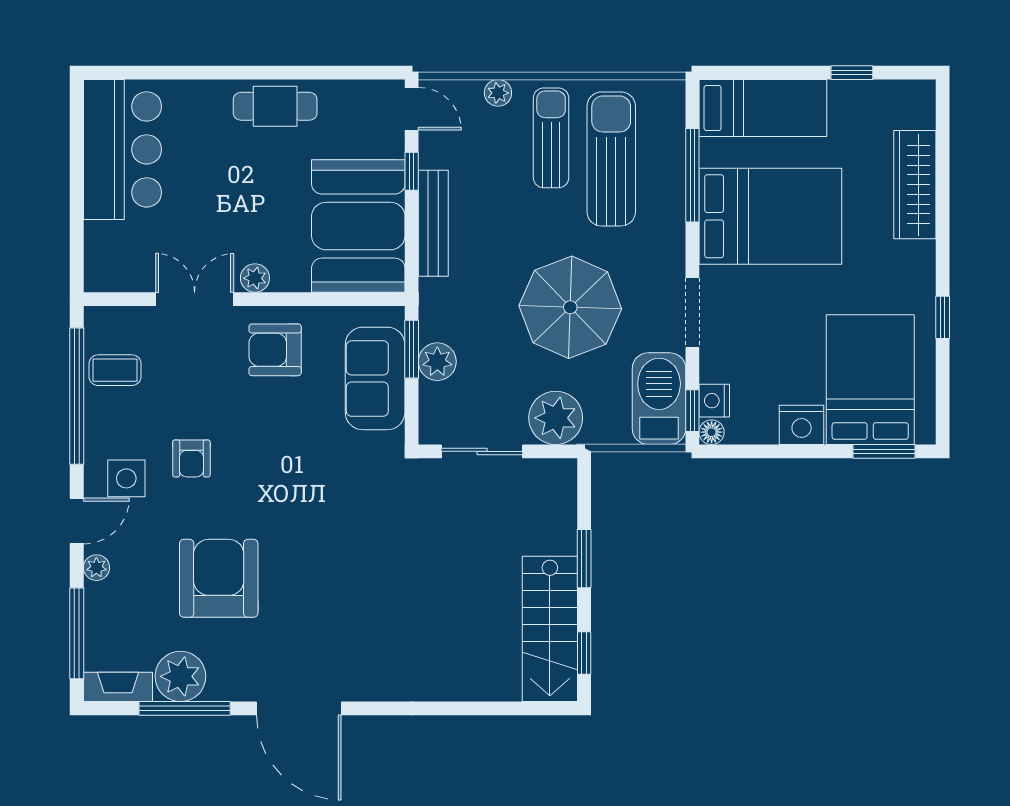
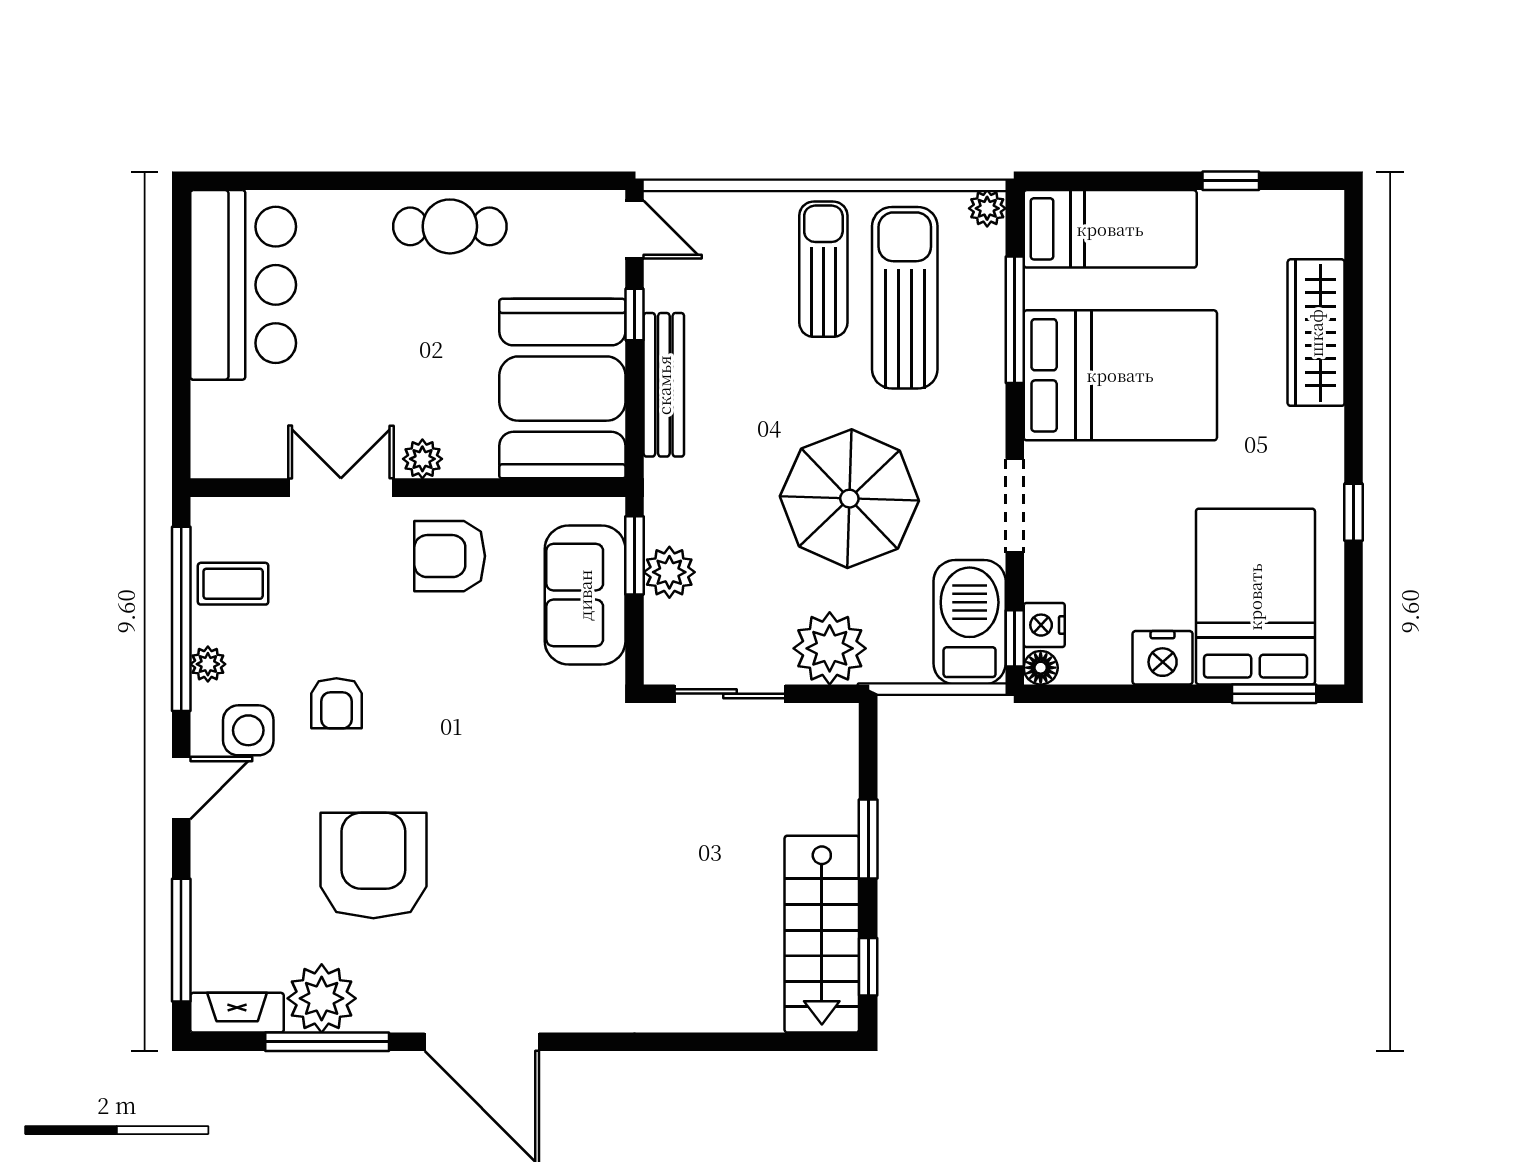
plant: (498, 93) -> (987, 208), moved
plant: (96, 568) -> (208, 664), moved

